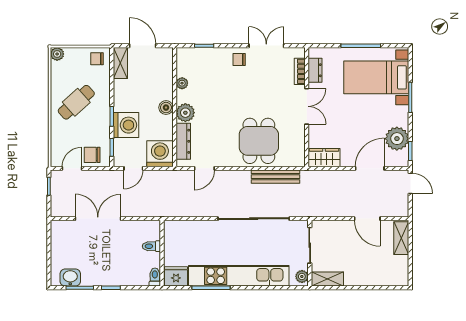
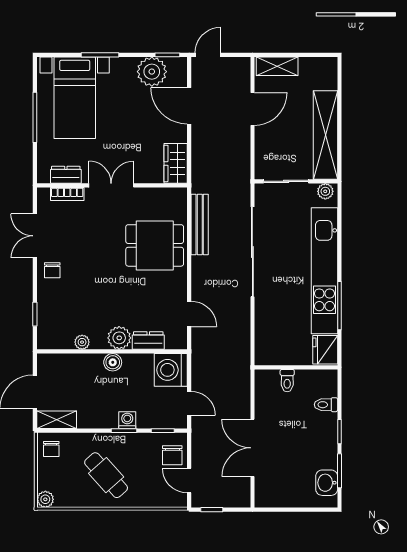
washing machine: (126, 125) -> (127, 420), width x0.53, depth x0.53
dresser: (183, 141) -> (148, 341), width x0.70
toilet: (155, 277) -> (326, 405), moved
shelving: (327, 279) -> (325, 135), width x2.20, depth x1.33

